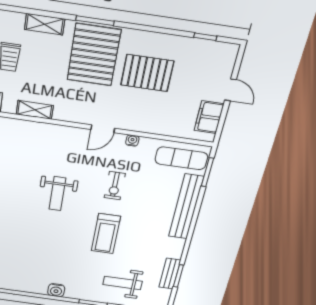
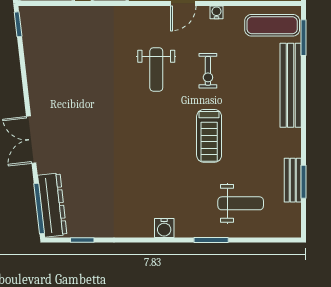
weight bench: (57, 194) -> (156, 69), moved
weight bench: (122, 283) -> (241, 203), turned 180

